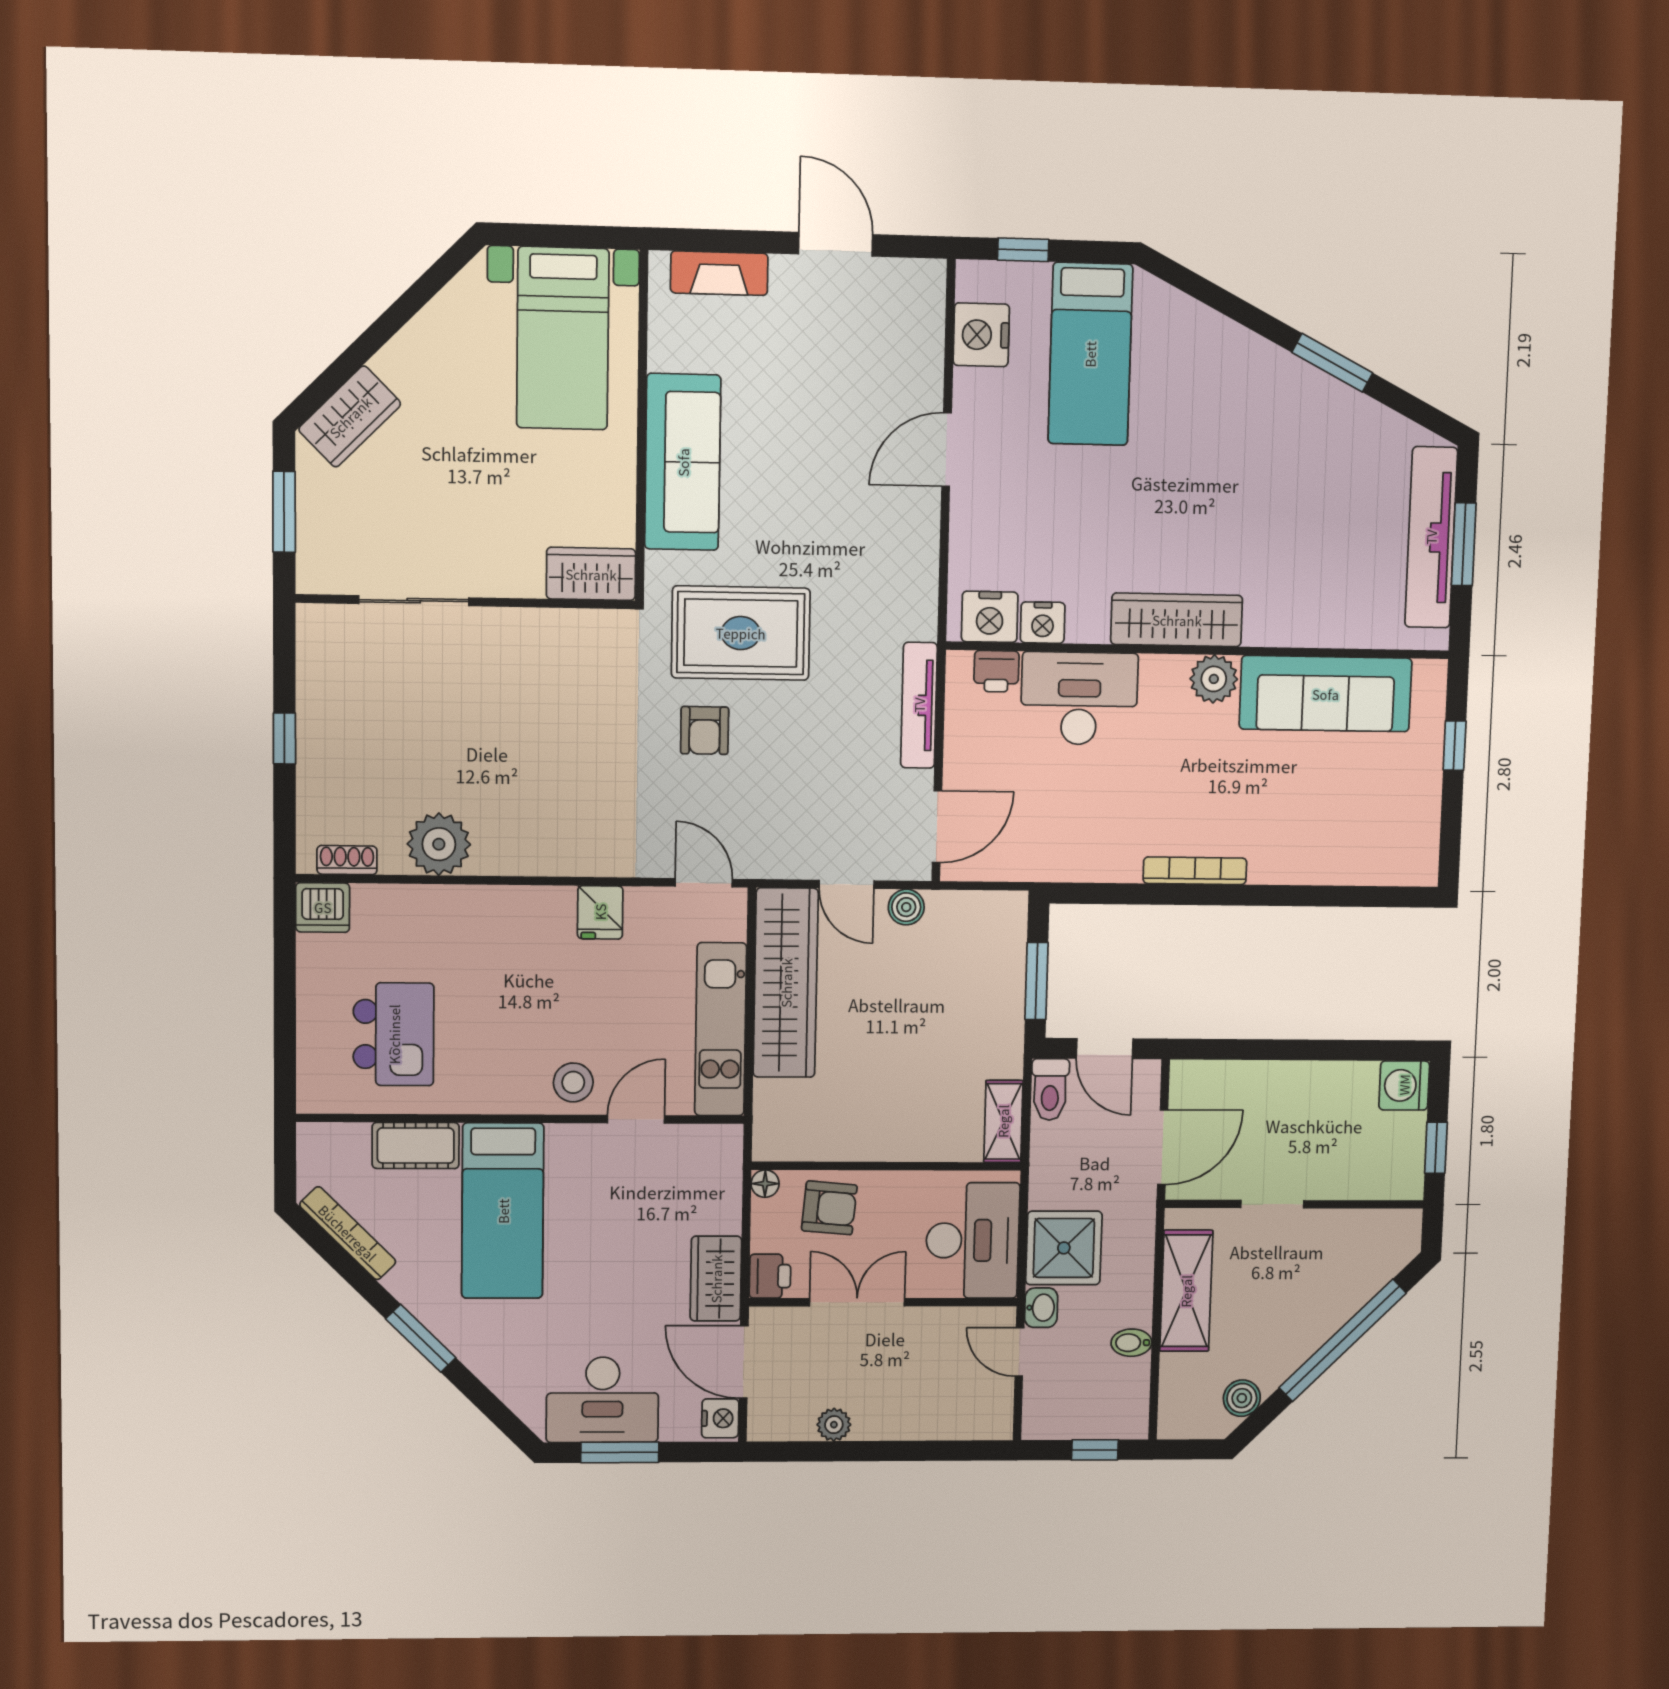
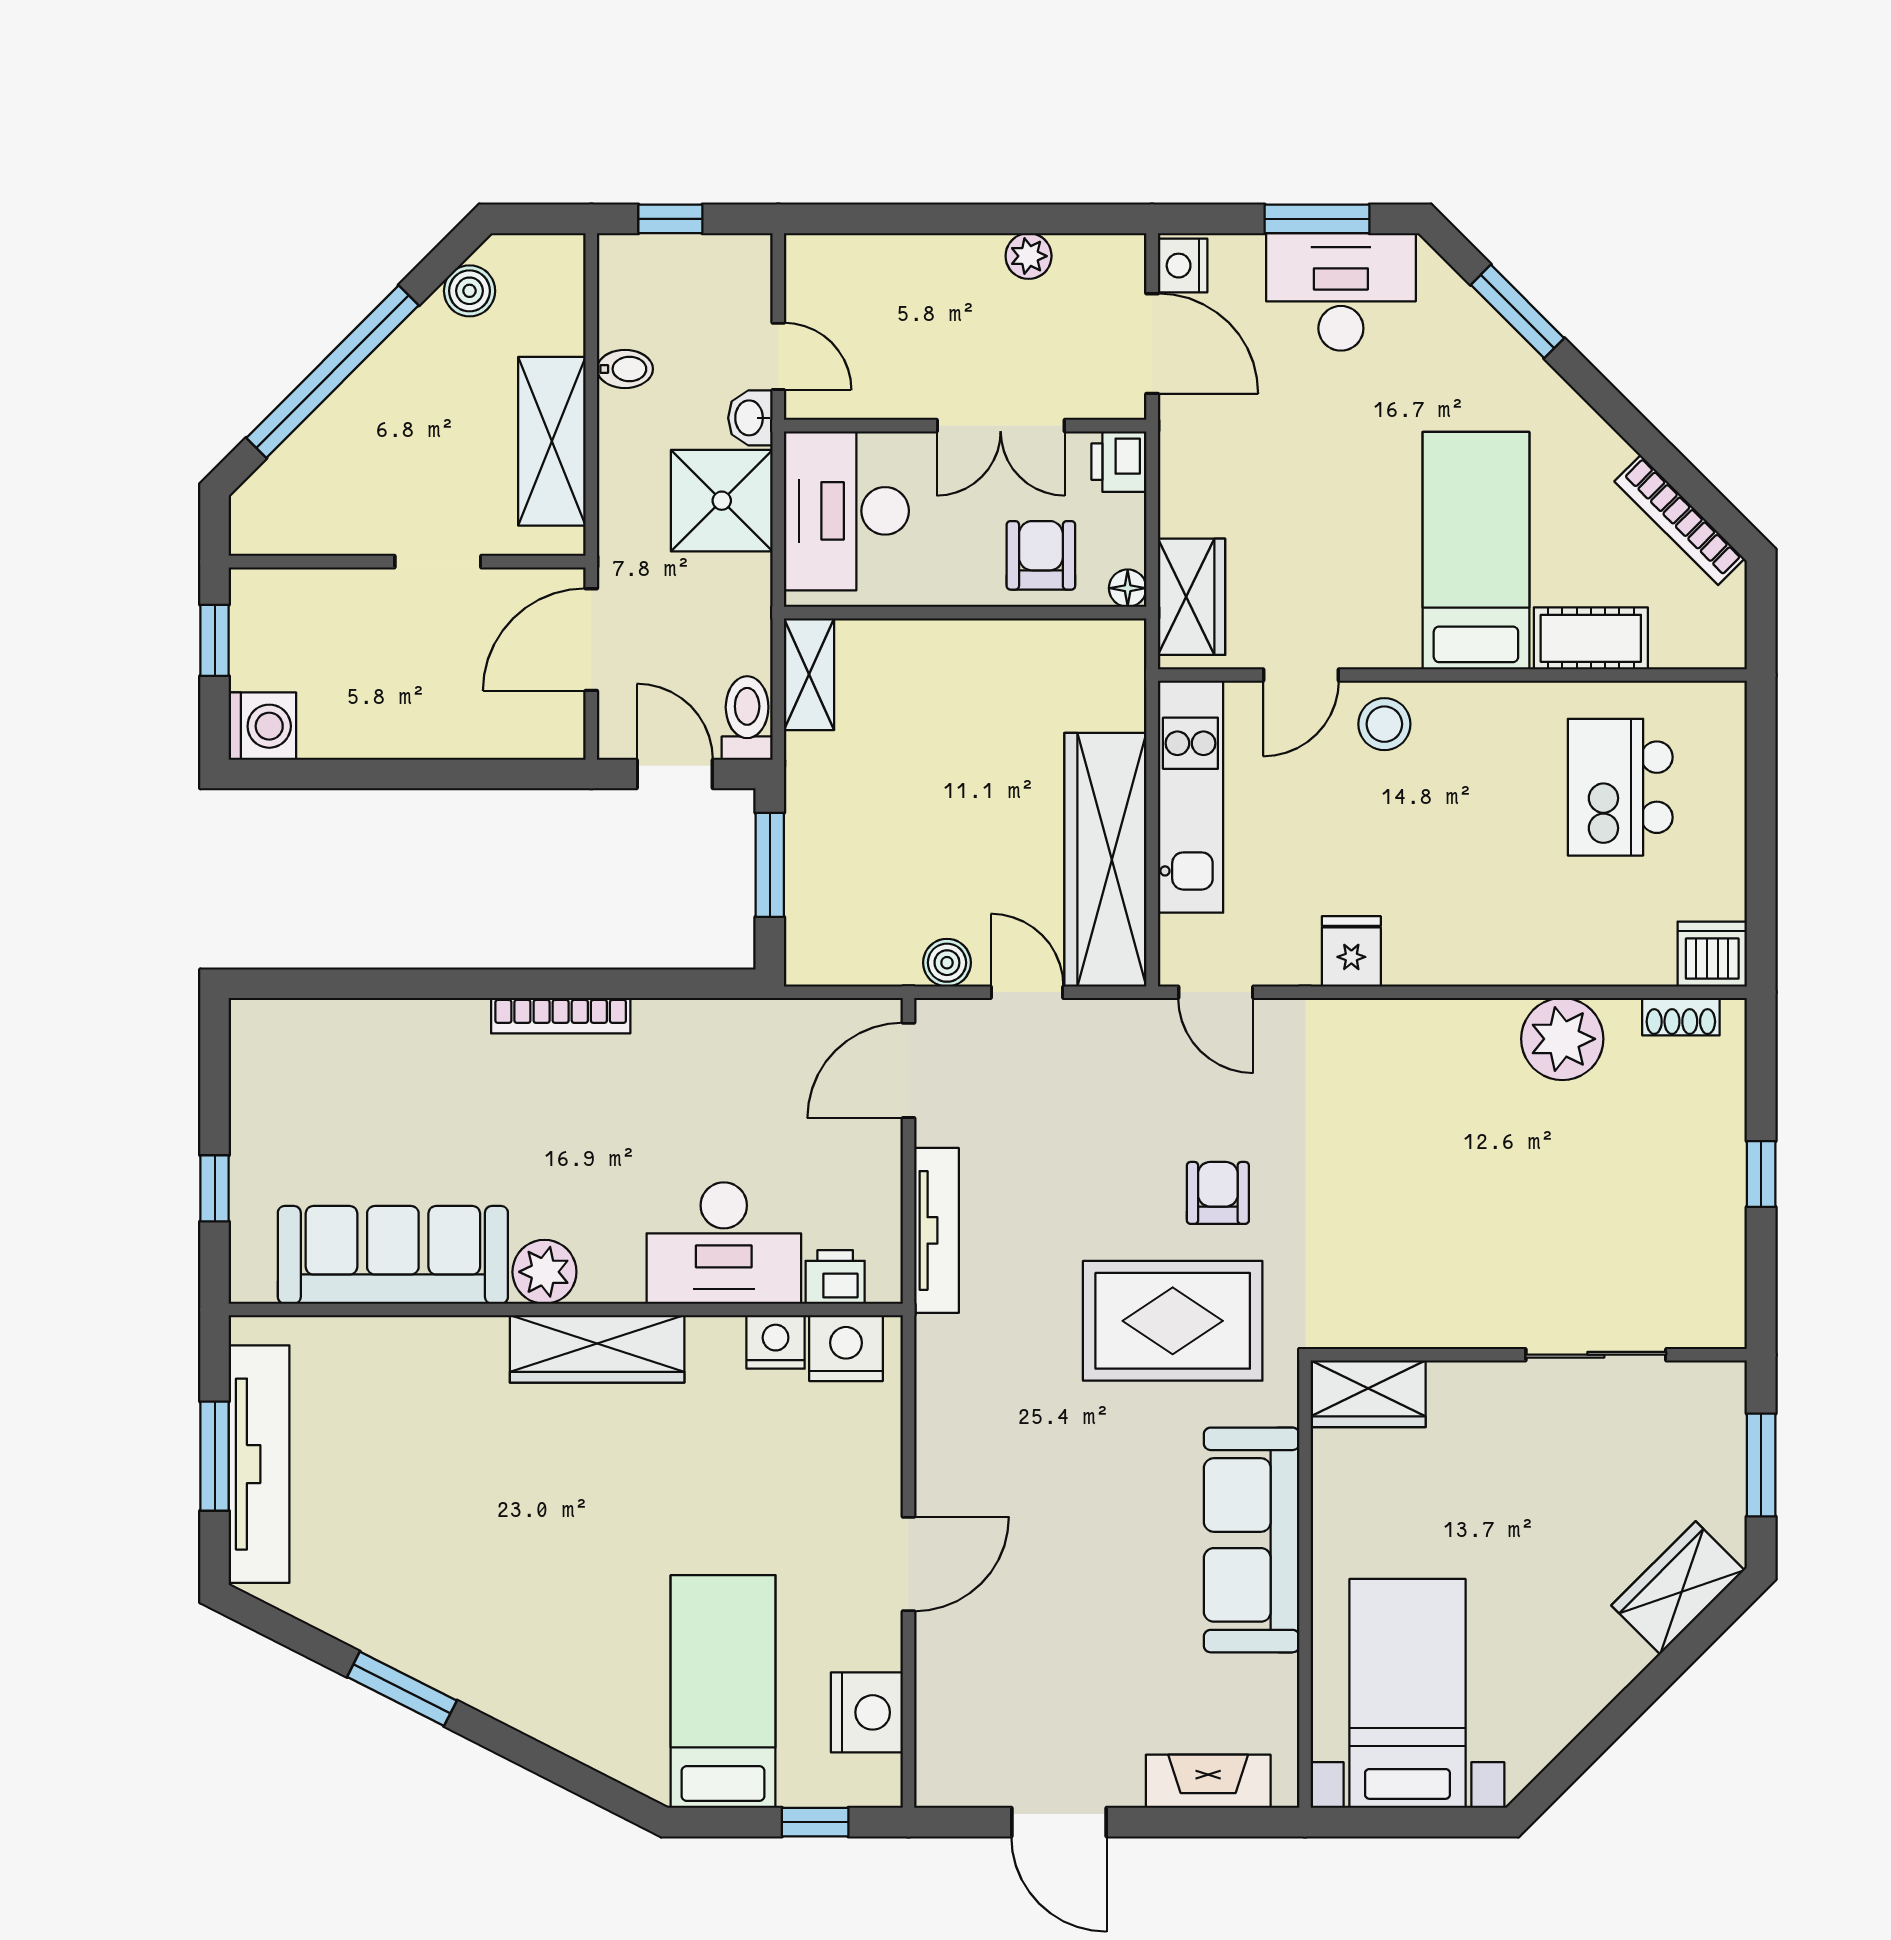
armchair: (829, 1208) -> (1041, 555), turned 85
wardrobe: (716, 1279) -> (1191, 597), moved
window: (421, 1338) -> (1518, 311), moved

